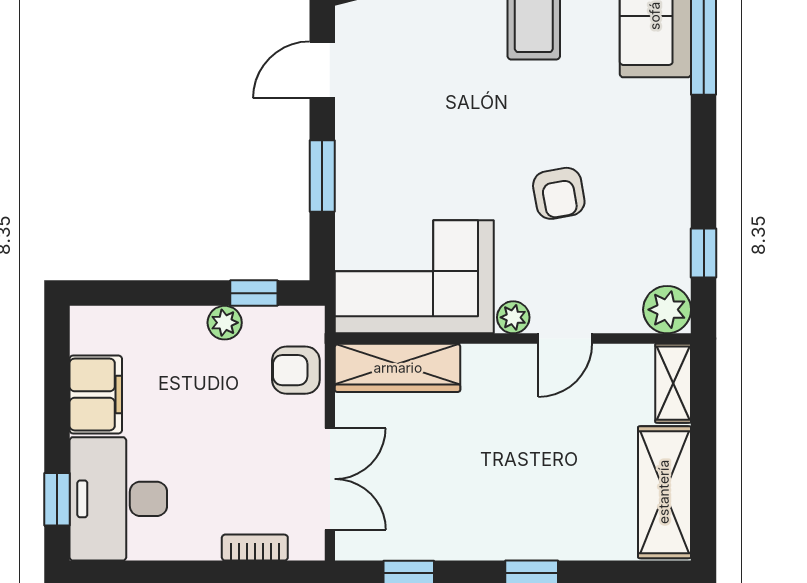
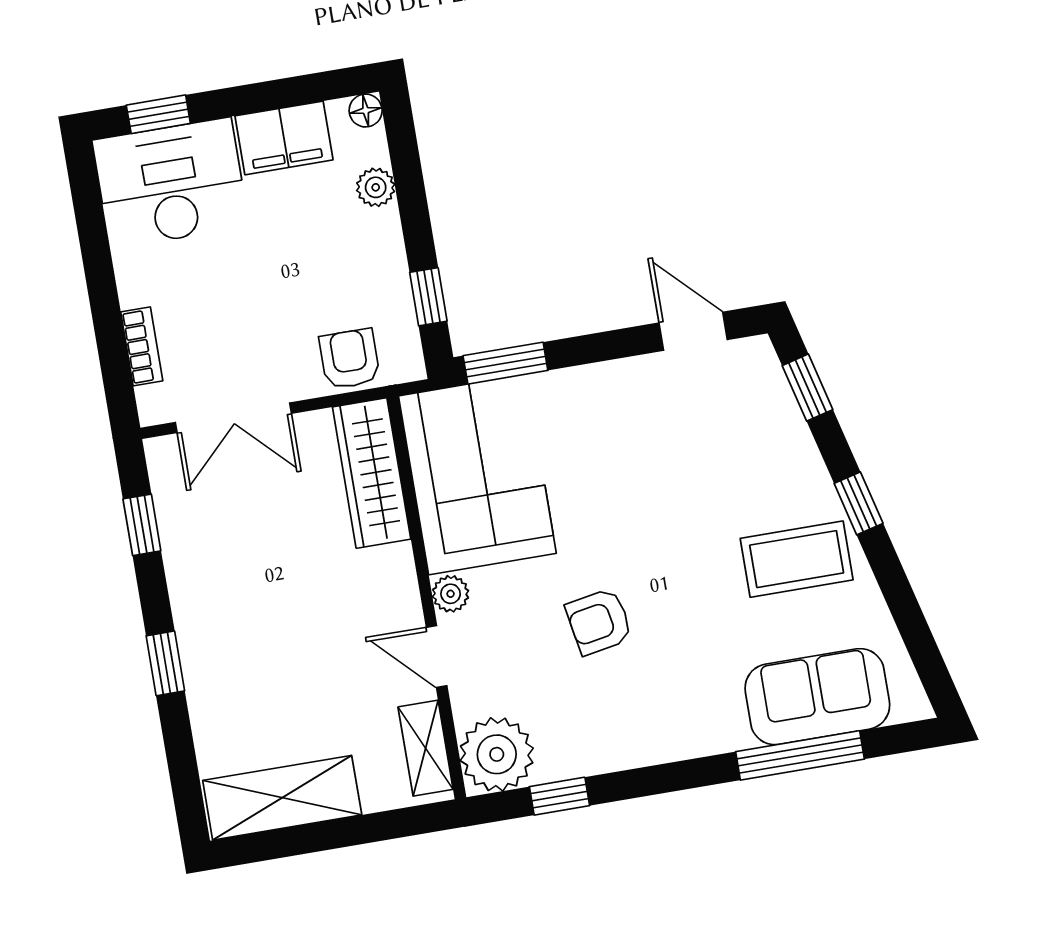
window: (322, 176) -> (505, 363), moved
plant: (667, 310) -> (497, 754), width x1.36, depth x1.36
floor lamp: (84, 320) -> (366, 111), added
plant: (225, 323) -> (376, 187), moved
shelving: (673, 383) -> (426, 748), moved, turned 90

